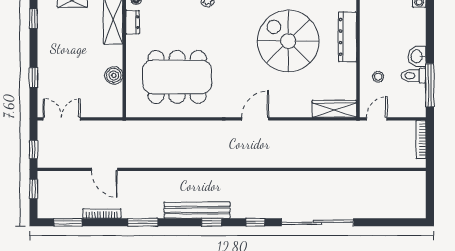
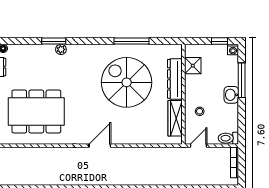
shower: (370, 20) -> (193, 66), added
toilet: (414, 76) -> (228, 138), moved
window: (430, 85) -> (242, 80), moved
wardrobe: (334, 109) -> (175, 118), moved, turned -90

